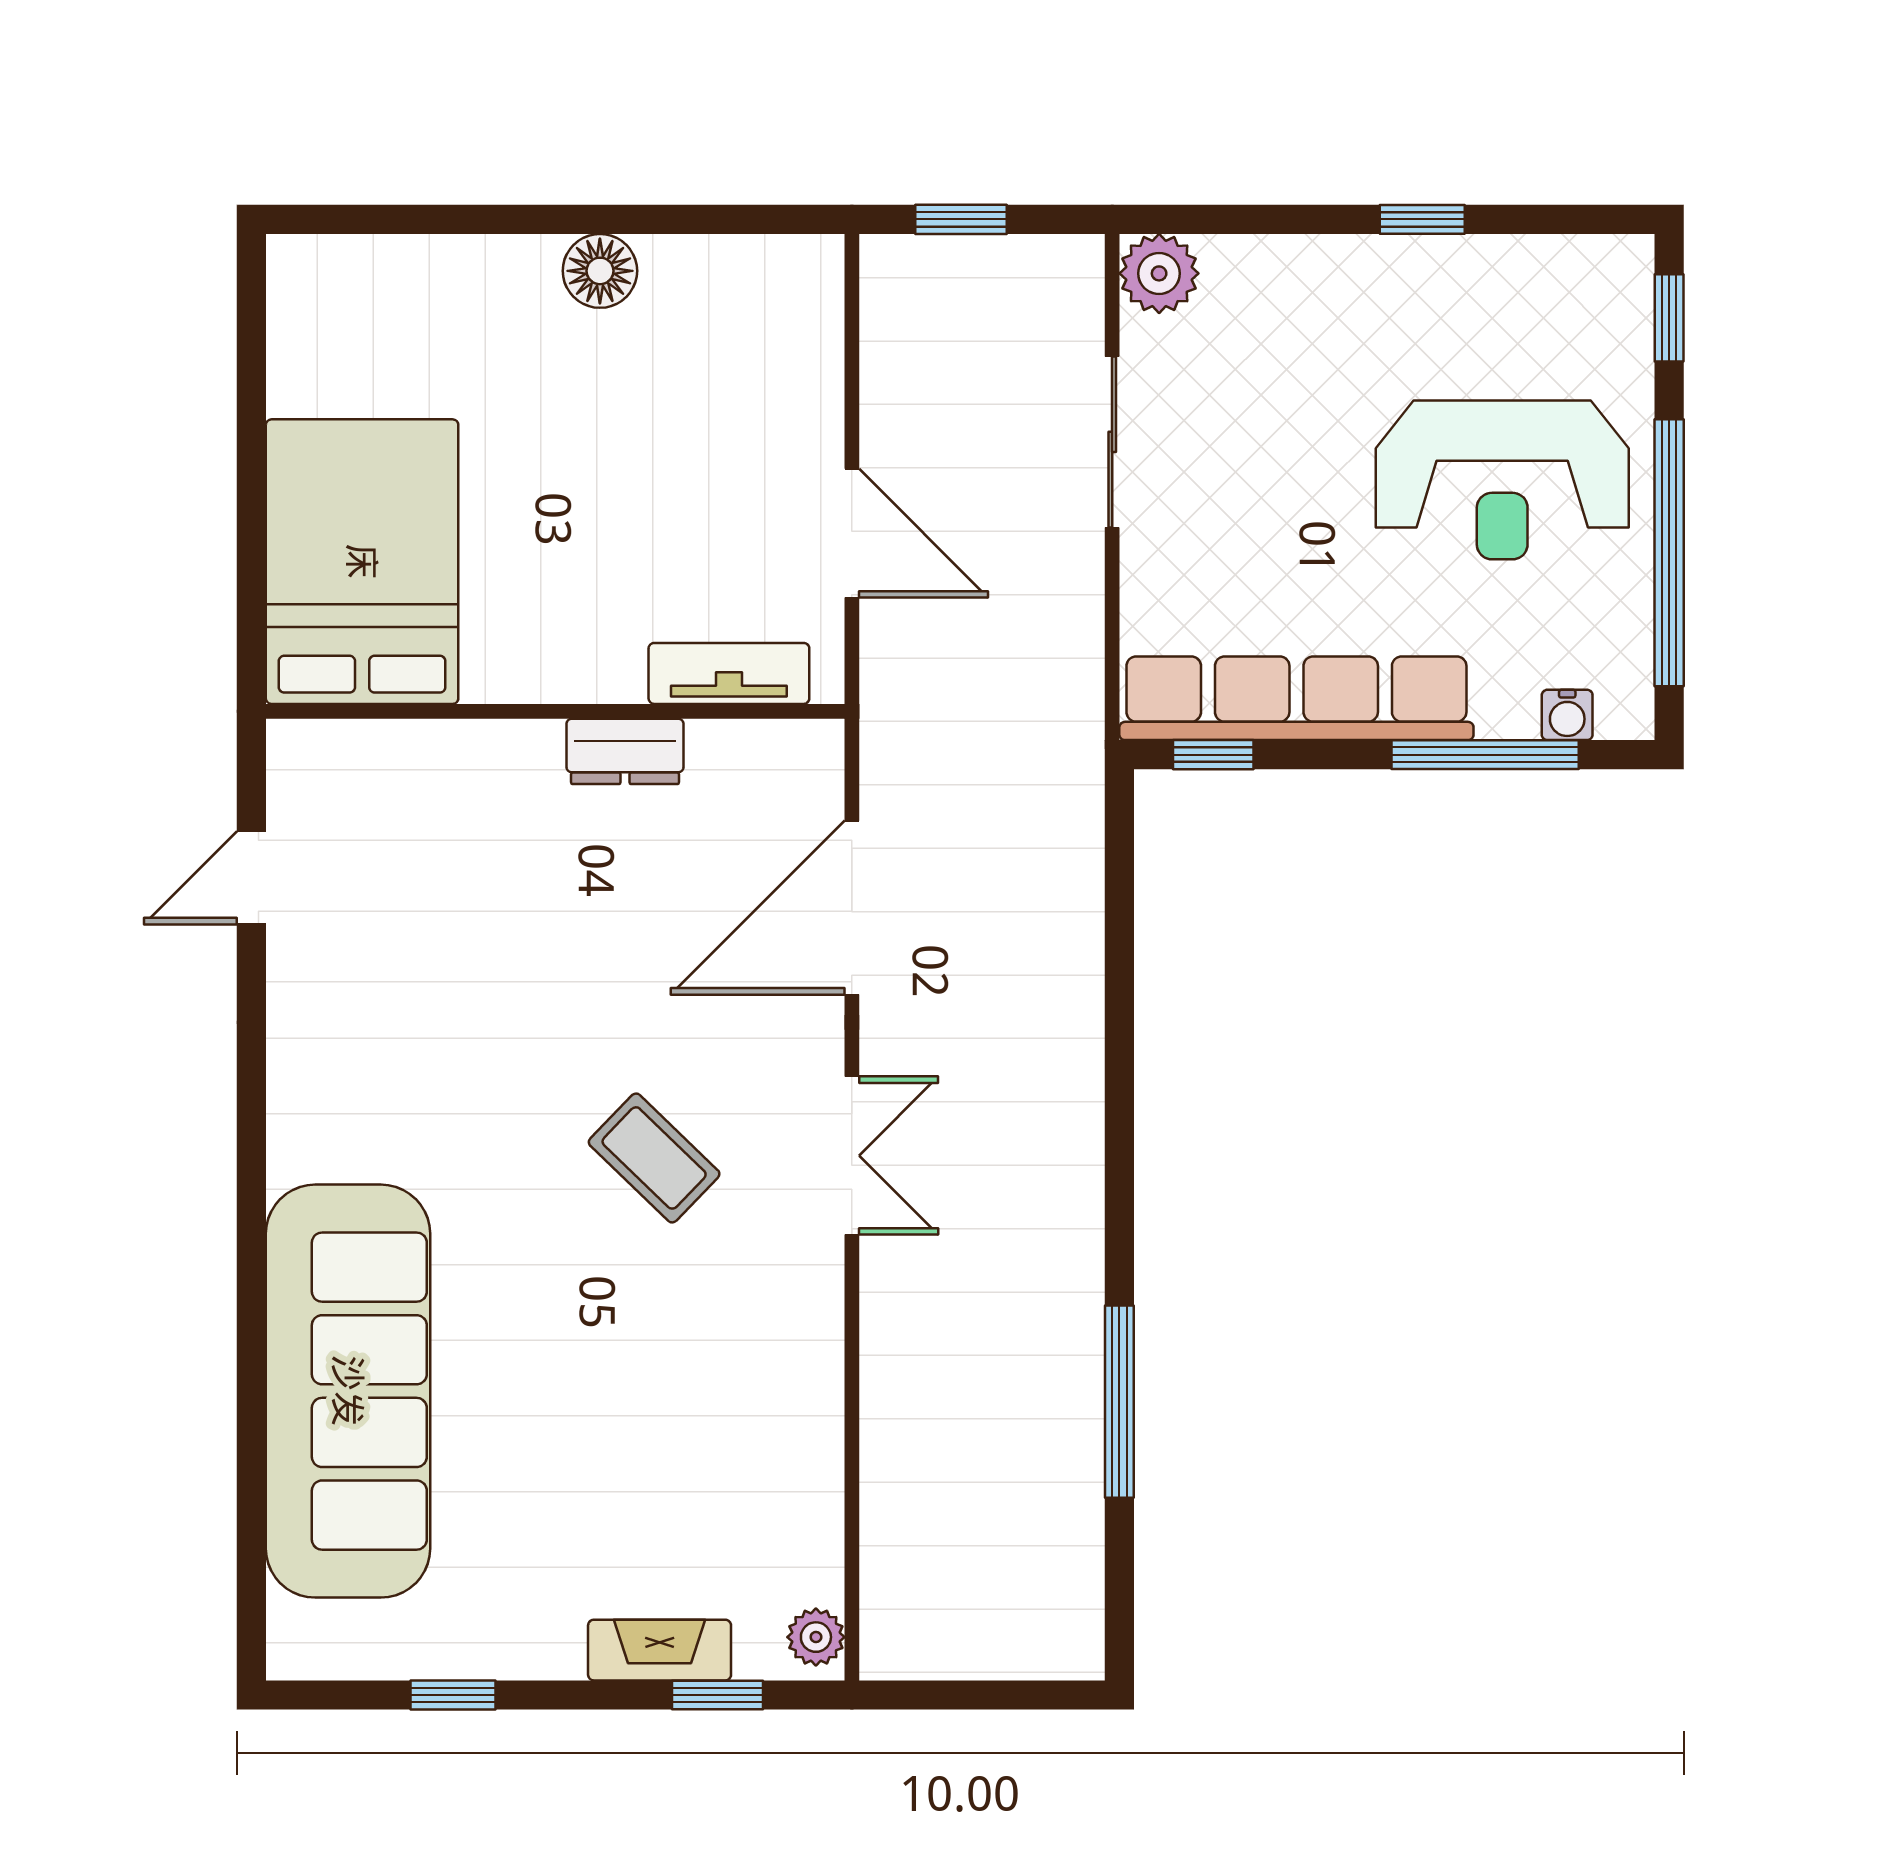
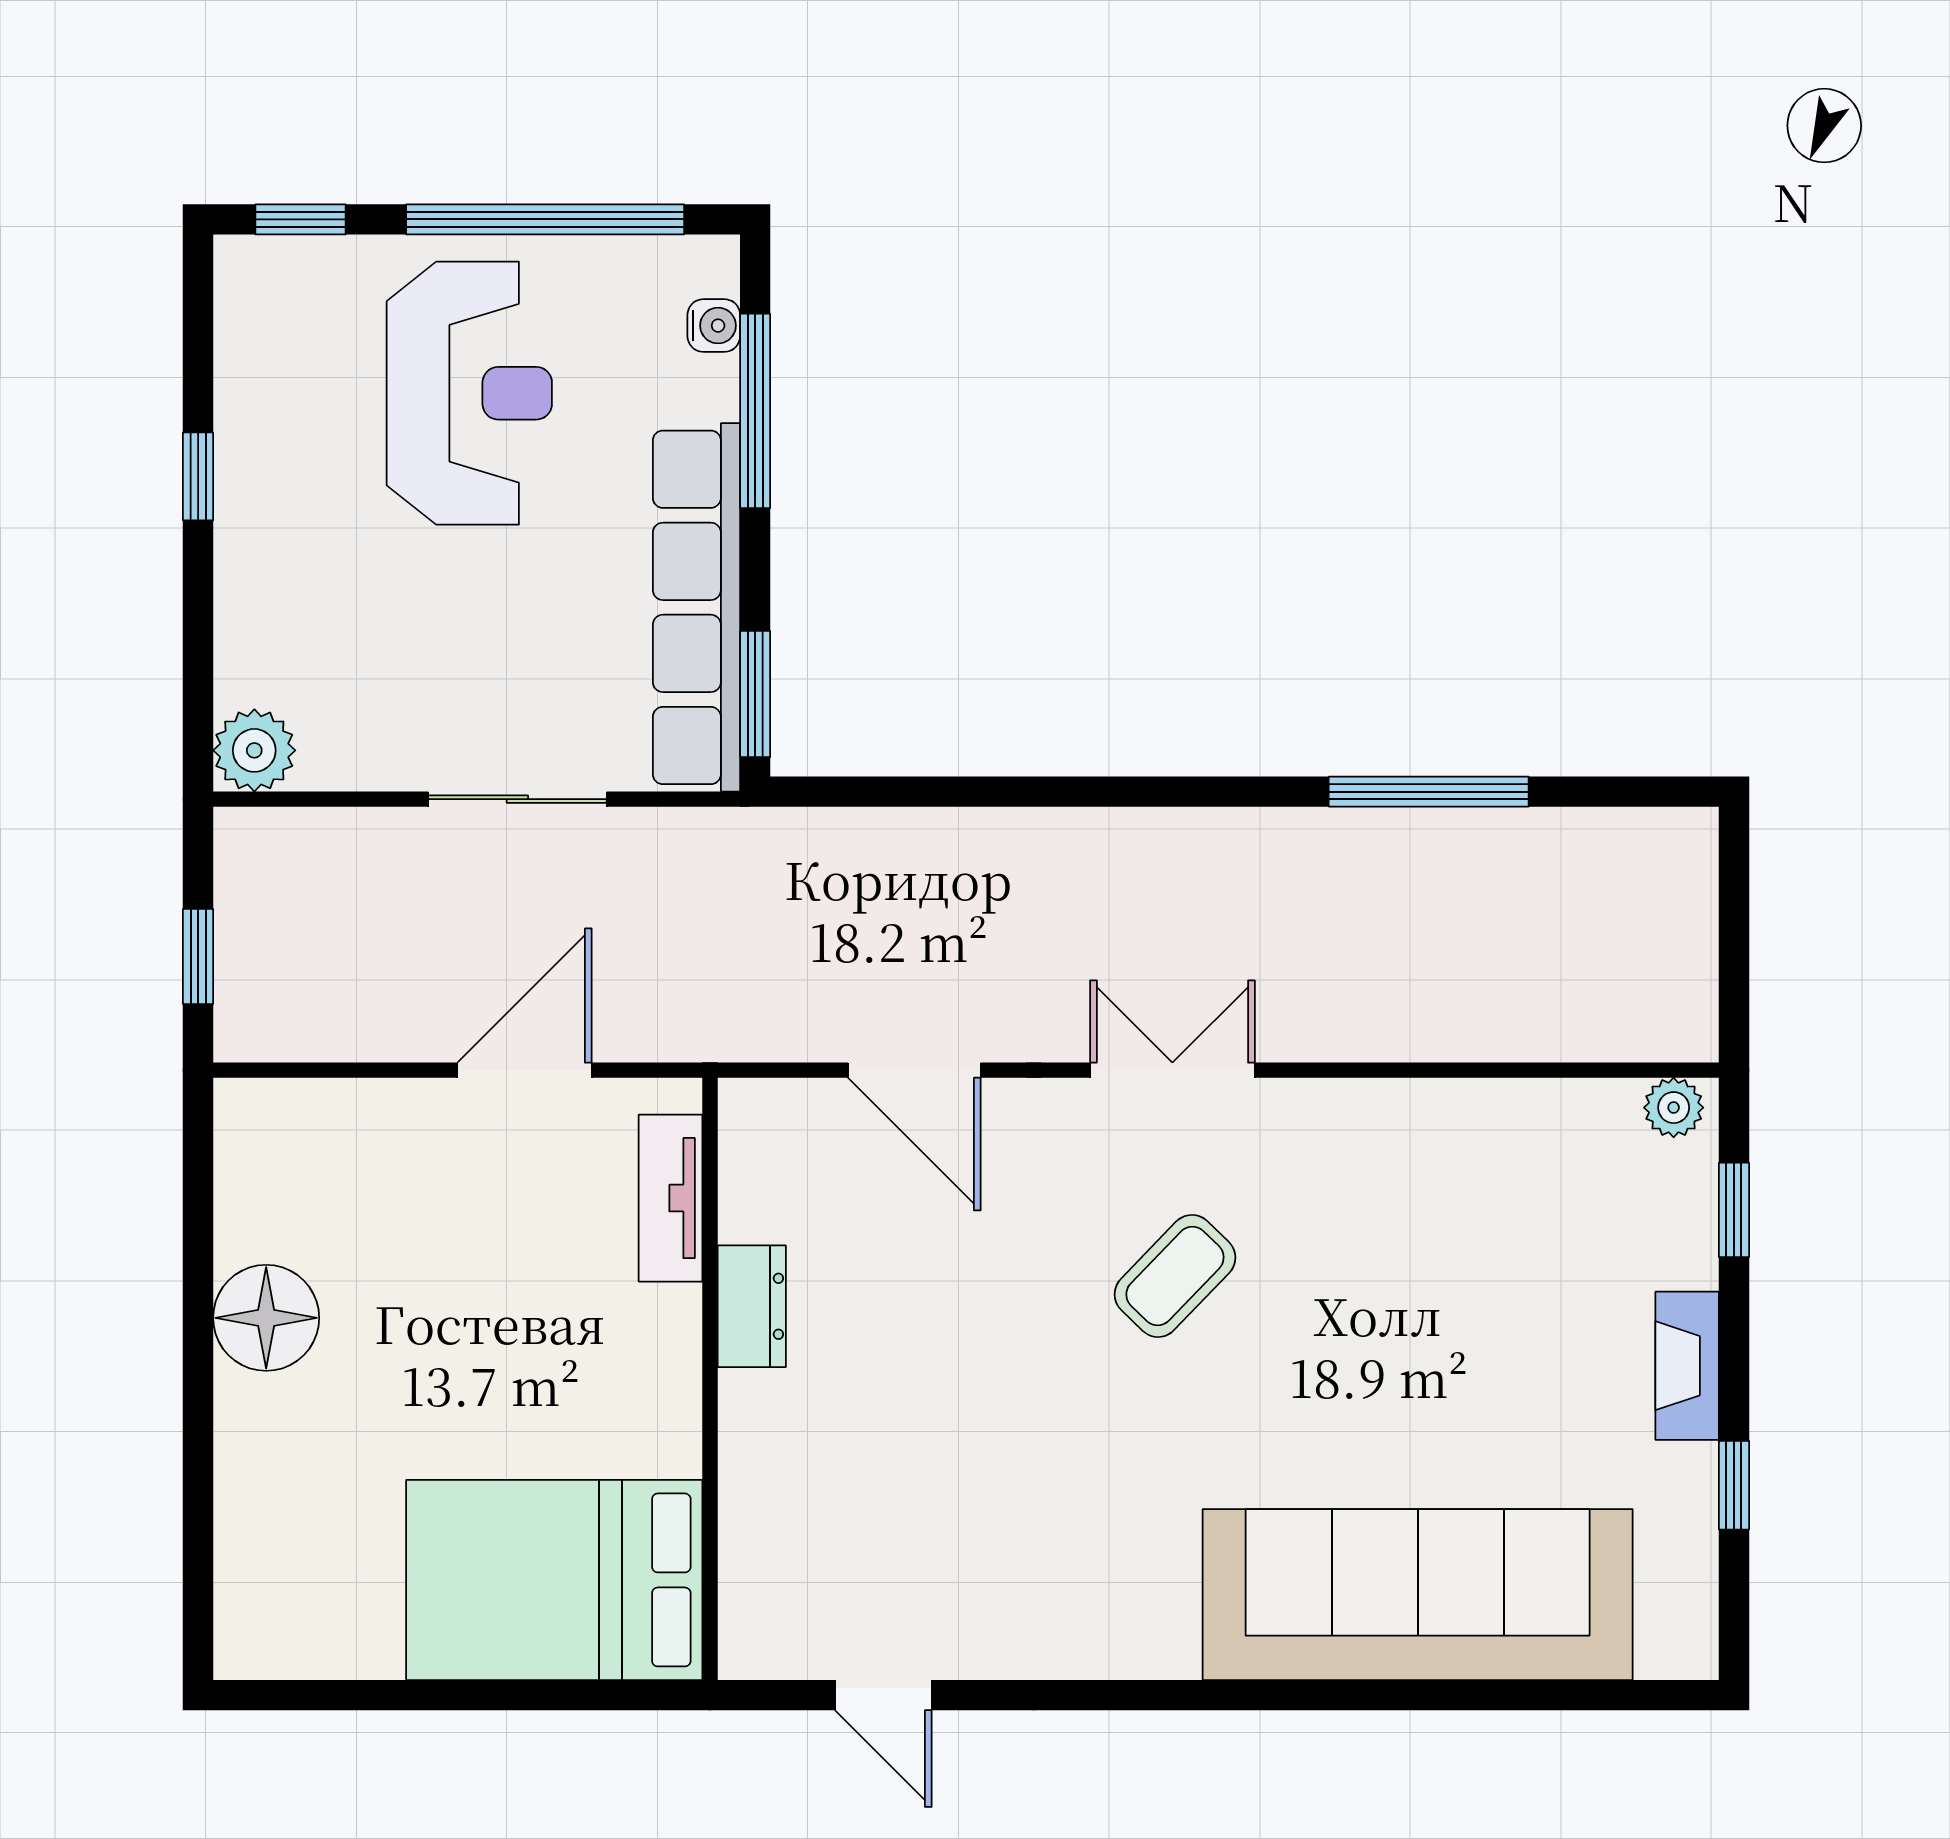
floor lamp: (600, 271) -> (266, 1318), width x1.38, depth x1.38
sliding door: (1112, 442) -> (517, 799), moved
window: (1213, 755) -> (755, 694), width x1.50
door: (852, 908) -> (914, 1070), width x0.73
fireplace: (660, 1650) -> (1687, 1366), moved

